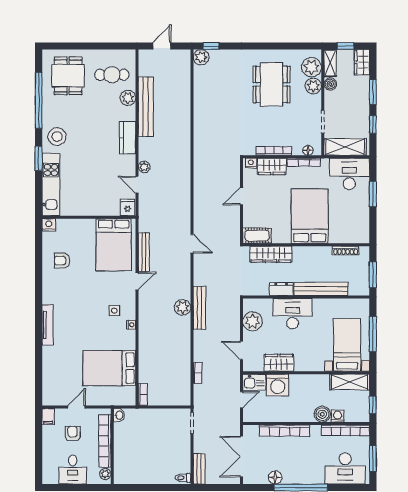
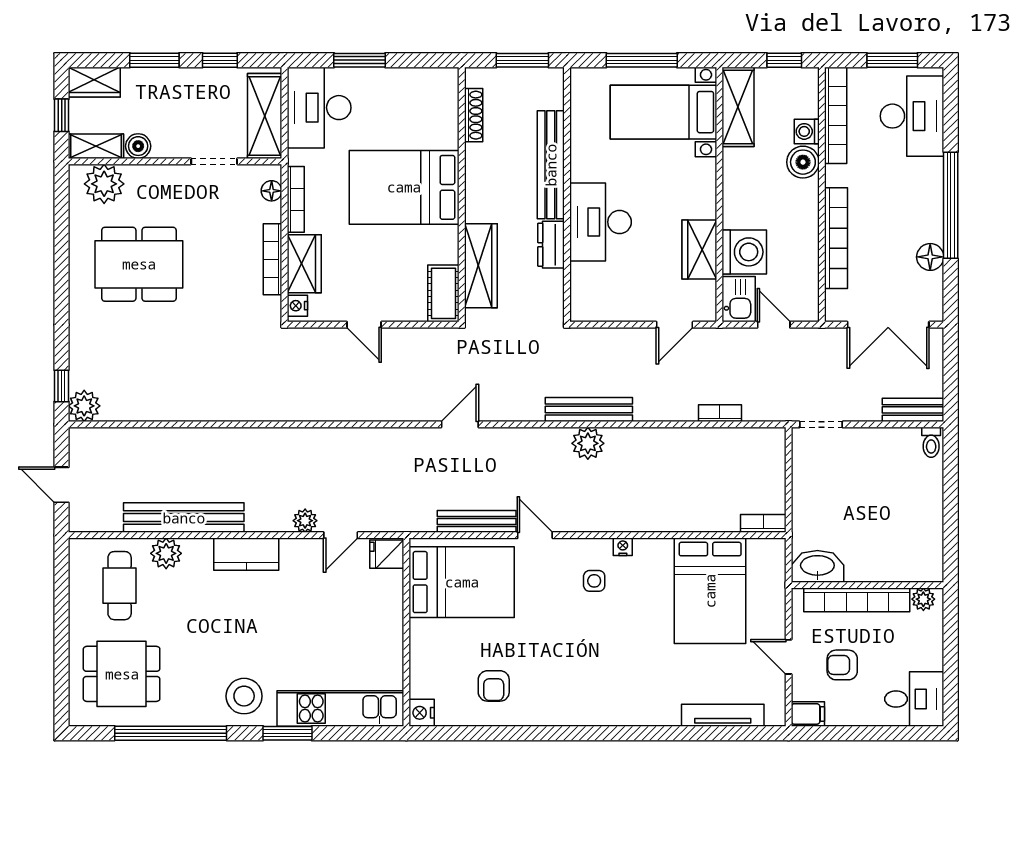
plant: (313, 86) -> (142, 180), removed
plant: (253, 321) -> (616, 303), removed
tv unit: (48, 325) -> (723, 715), moved
washbasin: (119, 415) -> (817, 566), width x1.91, depth x1.45
desk: (73, 469) -> (914, 699), moved

